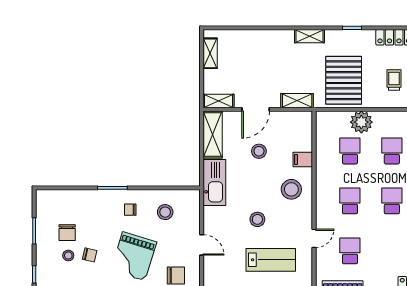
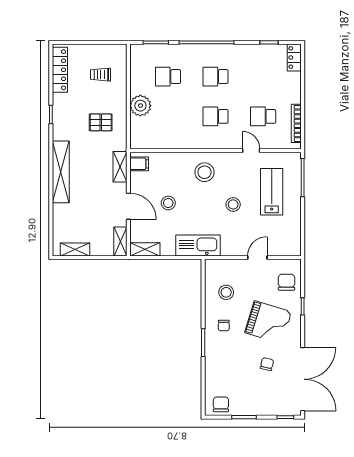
shelving: (310, 36) -> (61, 172), width x2.20, depth x1.33
pallet: (344, 80) -> (101, 122), width x0.49, depth x0.50
shelving: (213, 135) -> (145, 249), width x0.67, depth x0.75
school desk: (350, 151) -> (168, 116), removed
filing cabinet: (303, 160) -> (139, 164), moved, turned -90
chair: (67, 233) -> (221, 404), moved, turned -90
stool: (68, 255) -> (267, 384), removed

